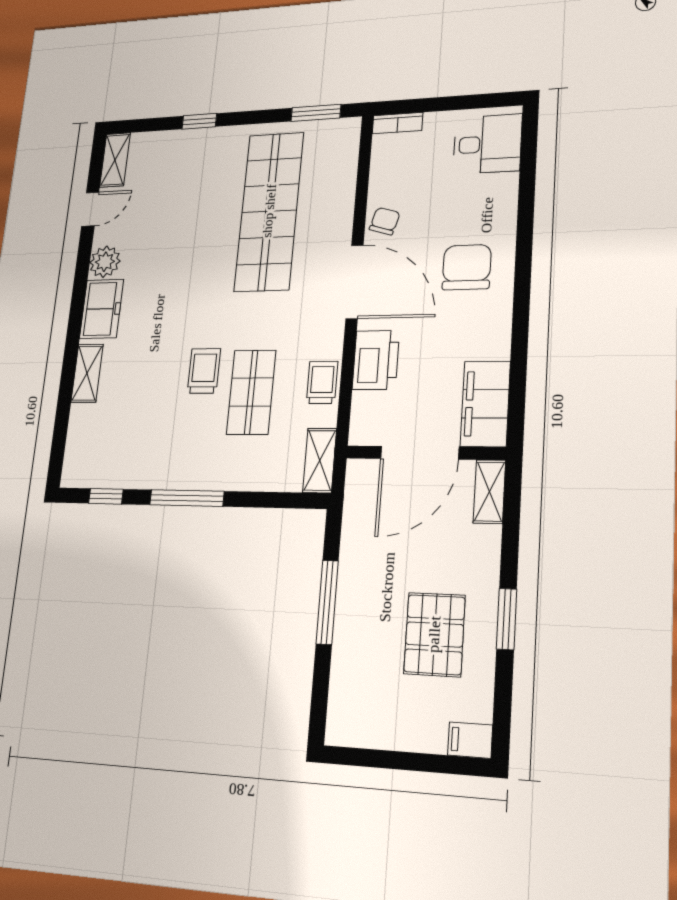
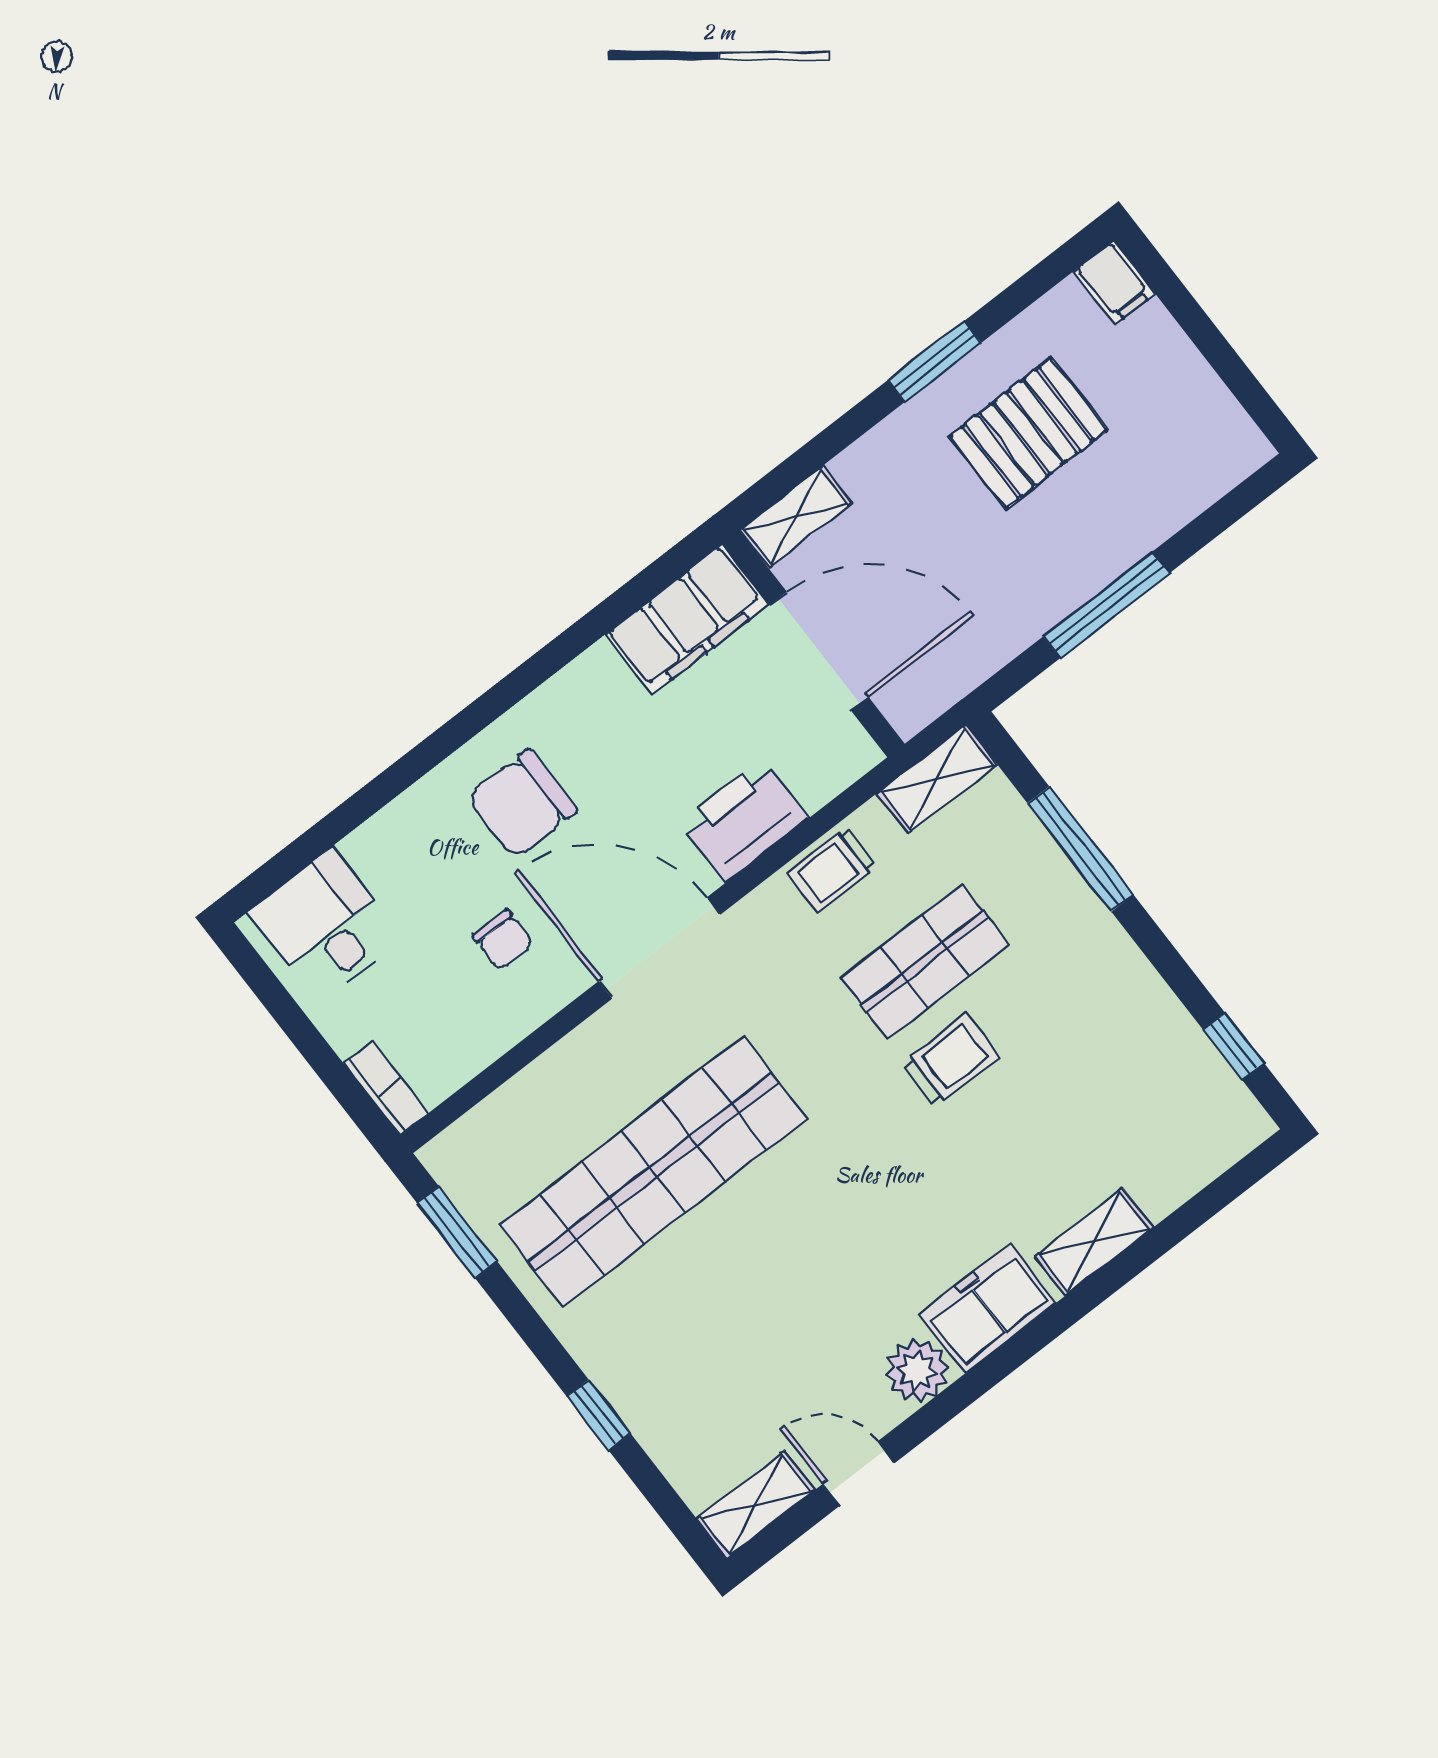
chair: (385, 221) -> (503, 940), moved, turned -107
door: (355, 282) -> (659, 948), hinge flipped
trolley: (204, 371) -> (950, 1060), turned 180
window: (187, 498) -> (1080, 849), moved

